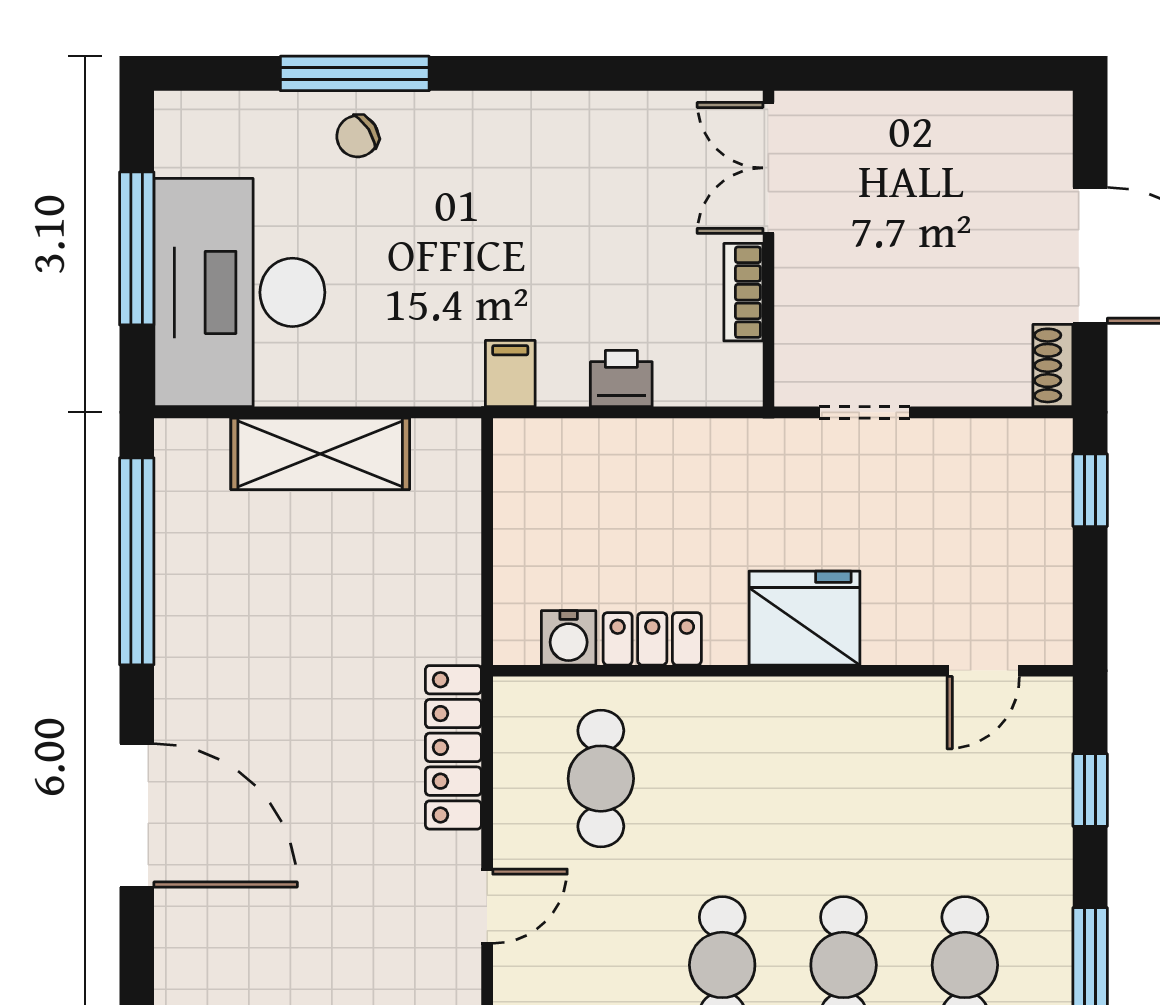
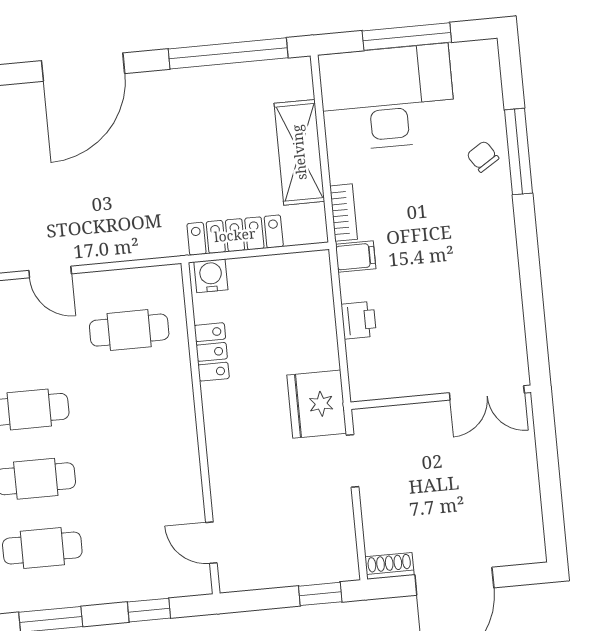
double door: (768, 168) -> (487, 393), swing flipped
bookcase: (743, 292) -> (344, 213), moved, turned 90
fridge: (804, 618) -> (317, 404), moved, turned 180
water cooler: (569, 638) -> (211, 276), moved, turned 90
locker: (453, 747) -> (235, 235), moved

